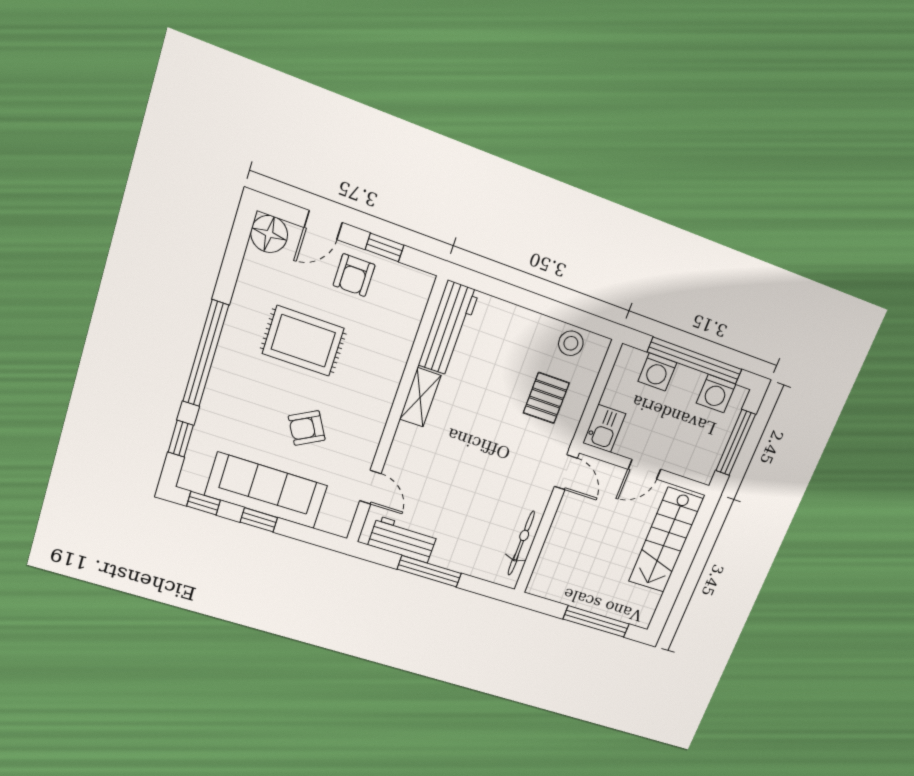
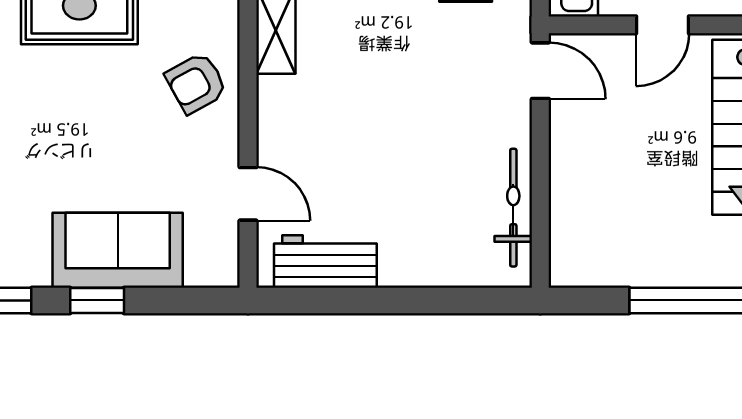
armchair: (307, 428) -> (196, 83), moved
sofa: (266, 491) -> (118, 250), width x0.73
window: (429, 571) -> (385, 300), removed

